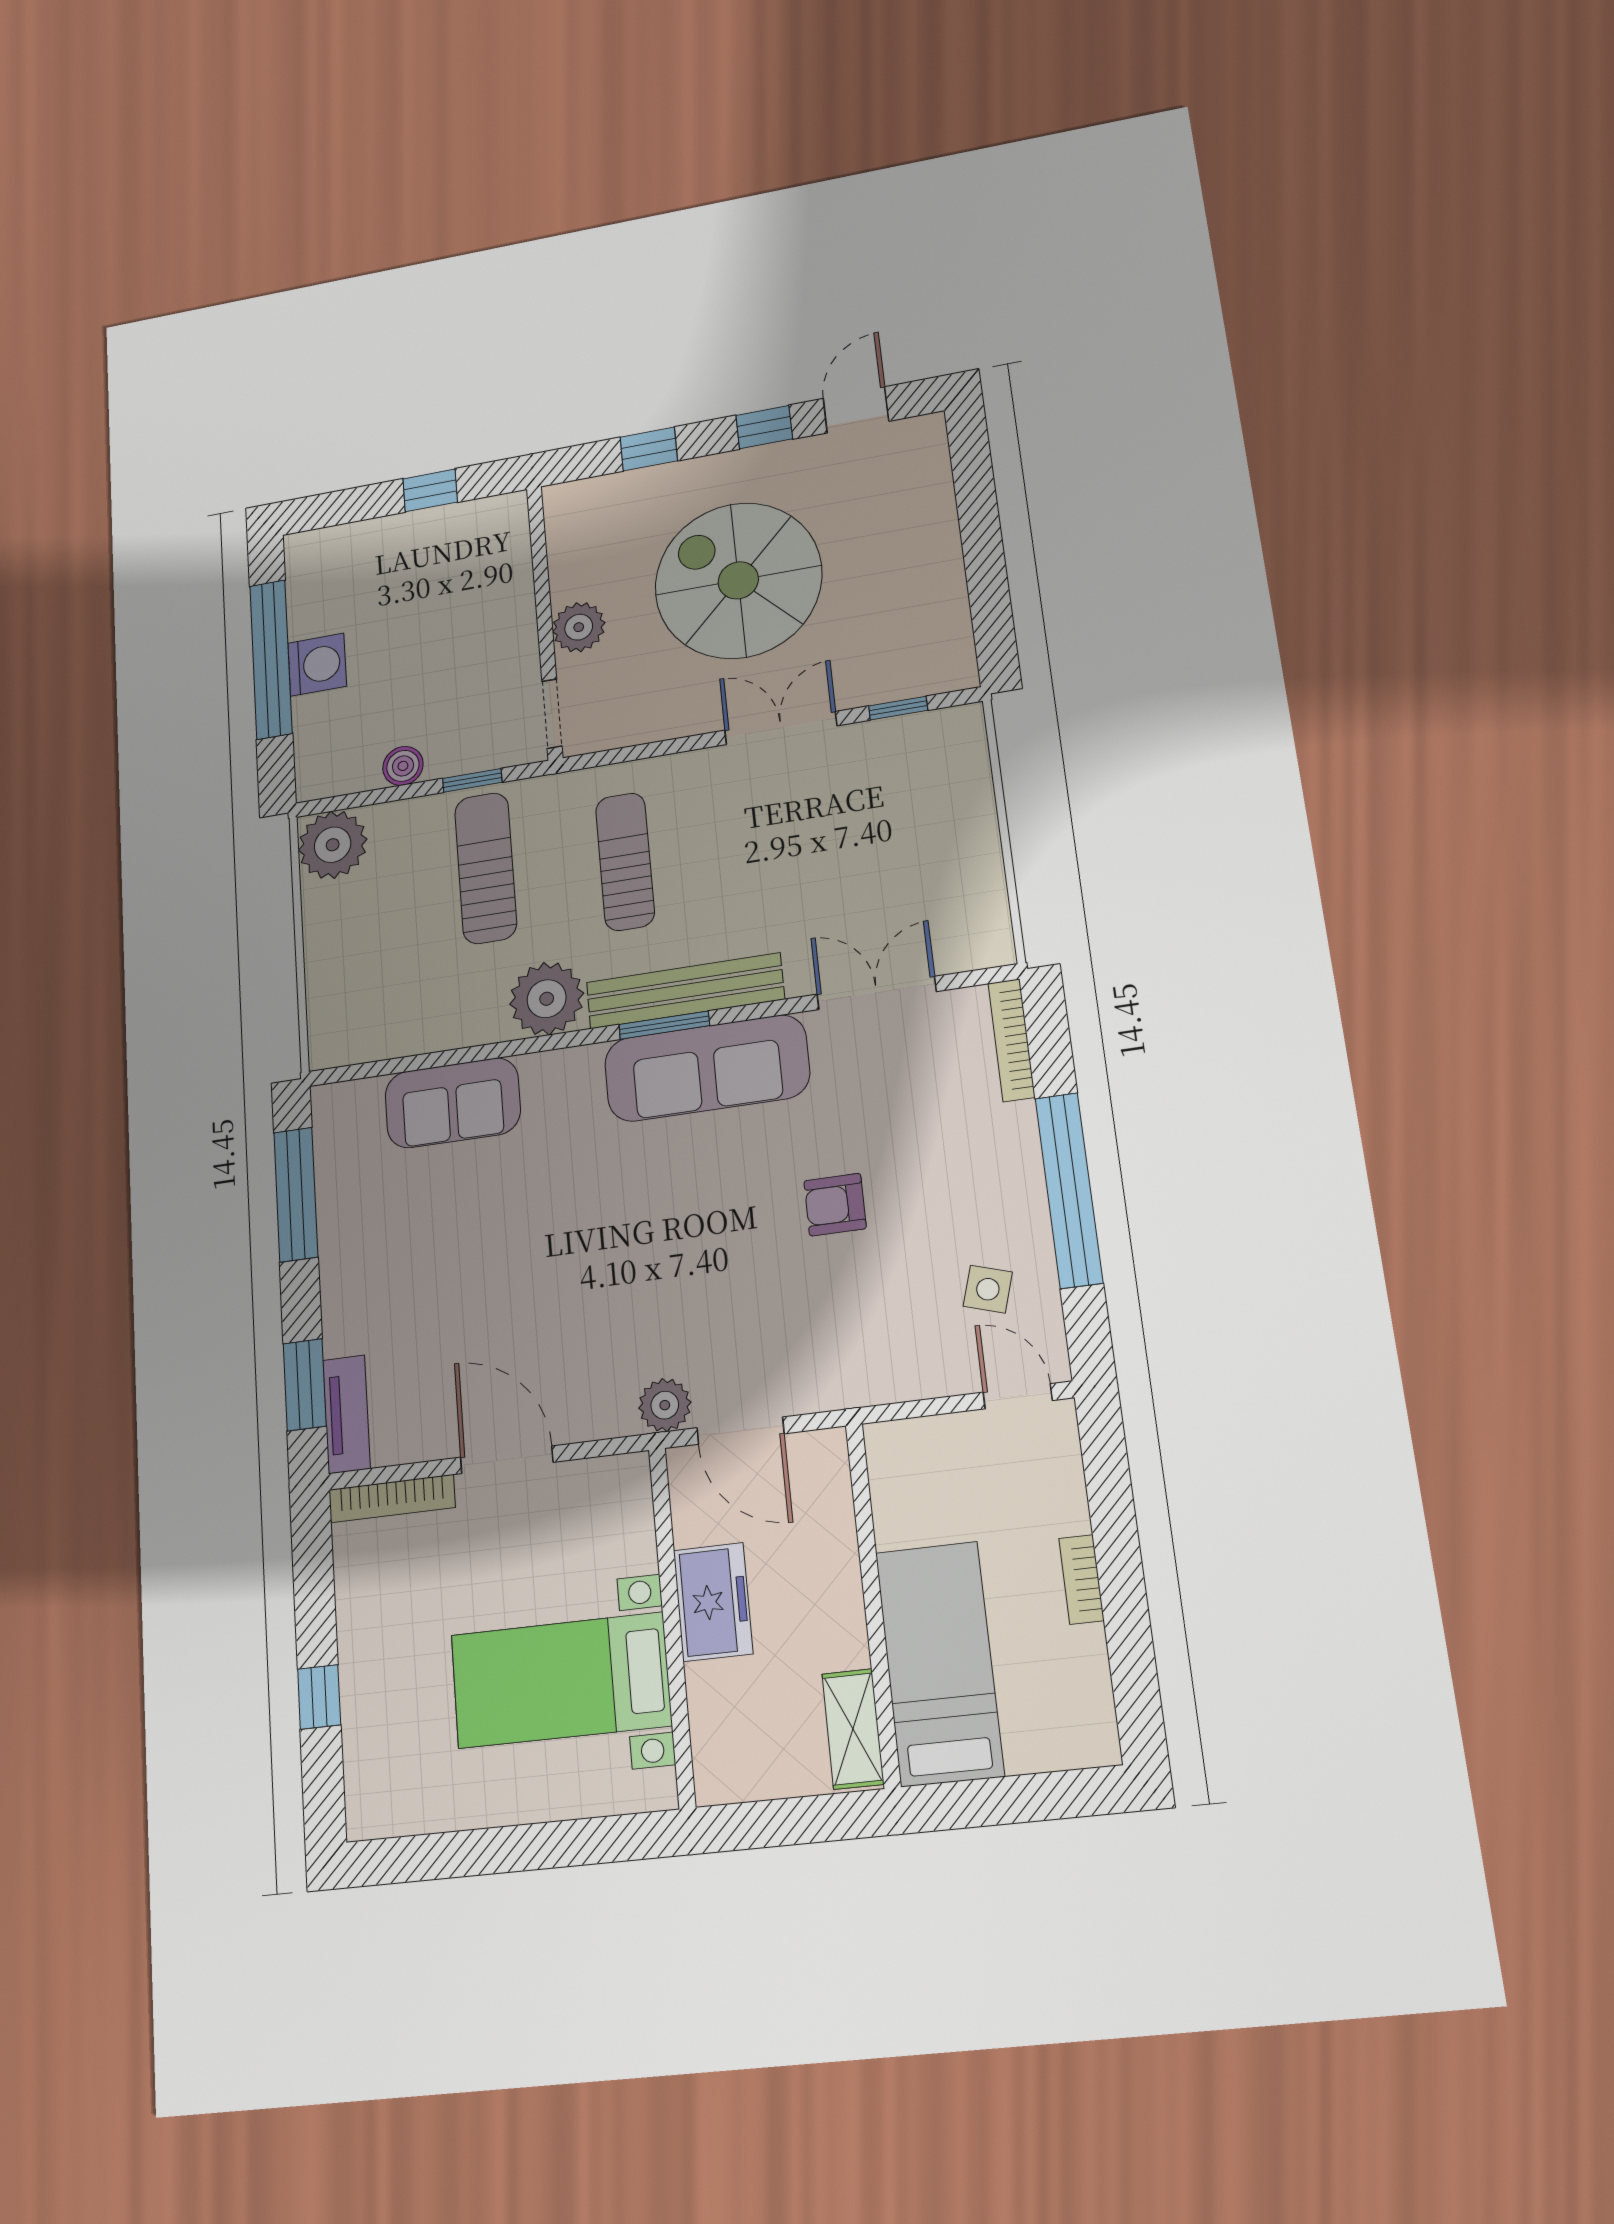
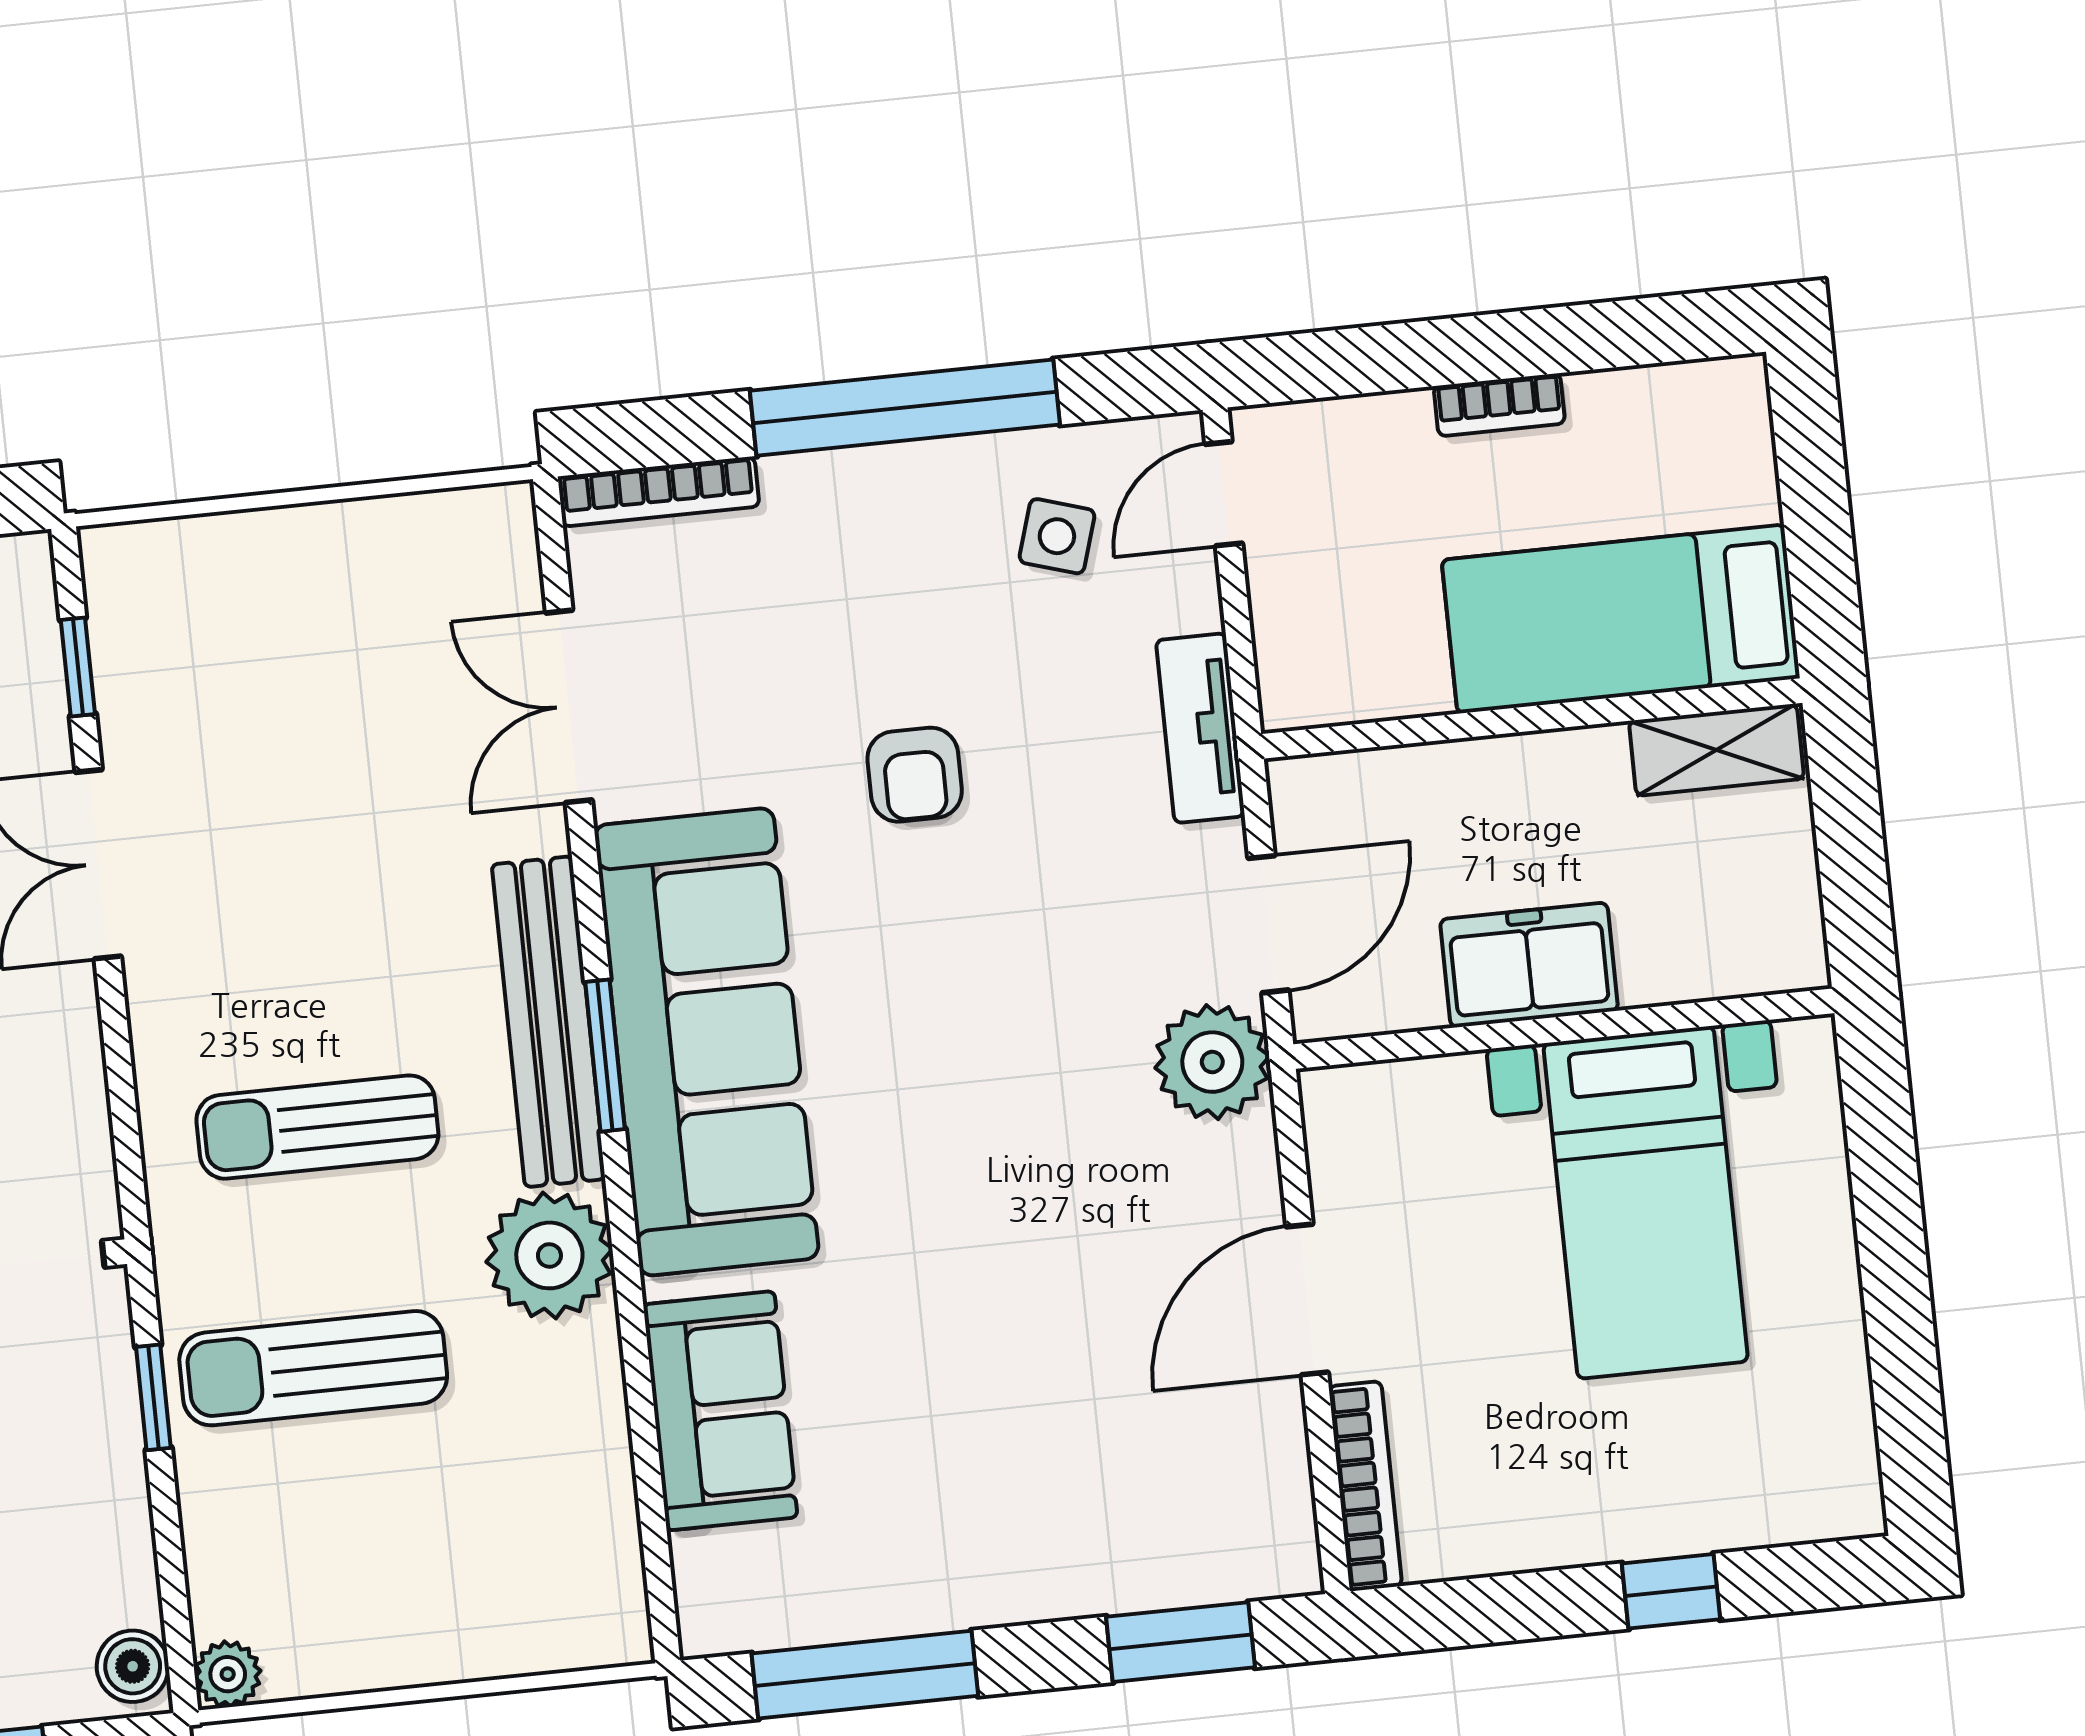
boiler: (403, 766) -> (133, 1666), moved
plant: (333, 845) -> (228, 1674), width x0.53, depth x0.53
sofa: (707, 1068) -> (707, 1042), width x1.36, depth x1.27
plant: (665, 1405) -> (1212, 1062), width x1.36, depth x1.36
tv unit: (346, 1414) -> (1200, 728), moved, turned -90

